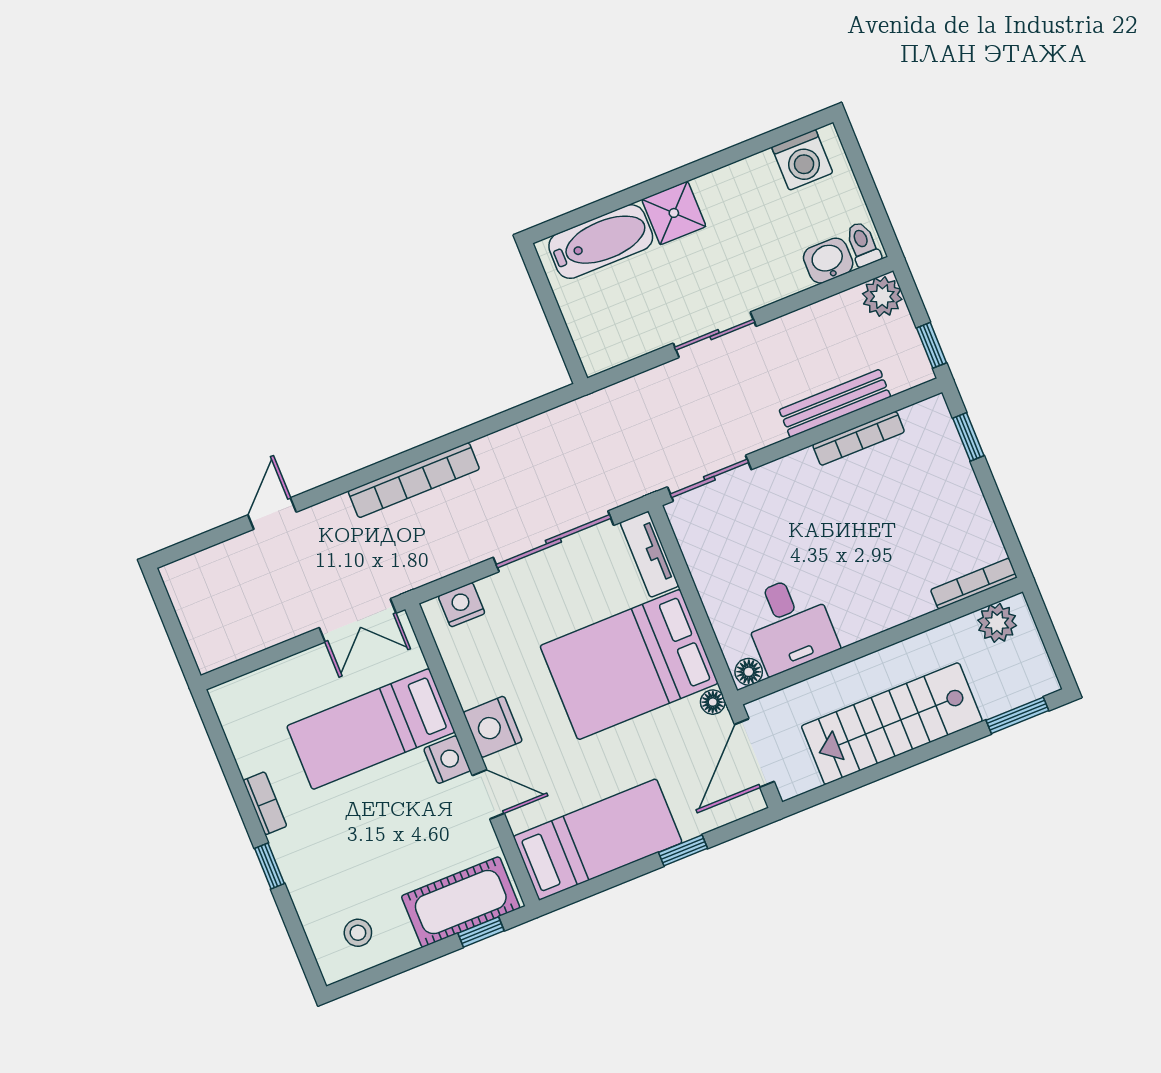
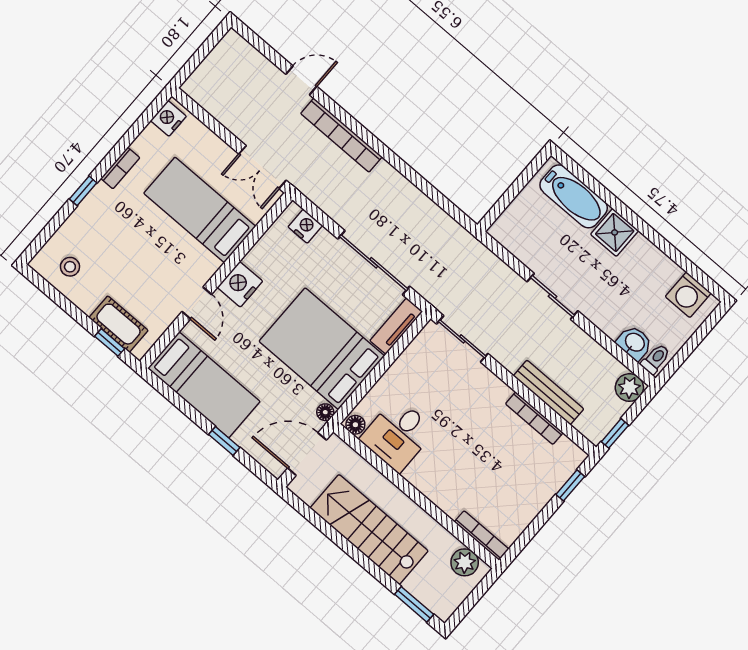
bookcase: (414, 480) -> (341, 135), moved
nightstand: (447, 760) -> (168, 118), moved, turned 180
cot: (461, 902) -> (118, 324), width x0.73, depth x0.75

